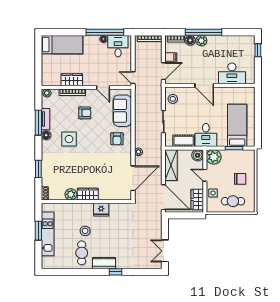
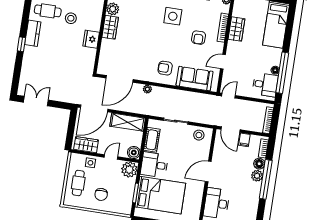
bed: (237, 125) -> (160, 195), width x1.50
door: (133, 178) -> (120, 79), hinge flipped

